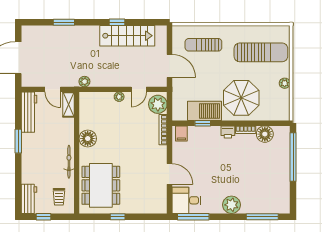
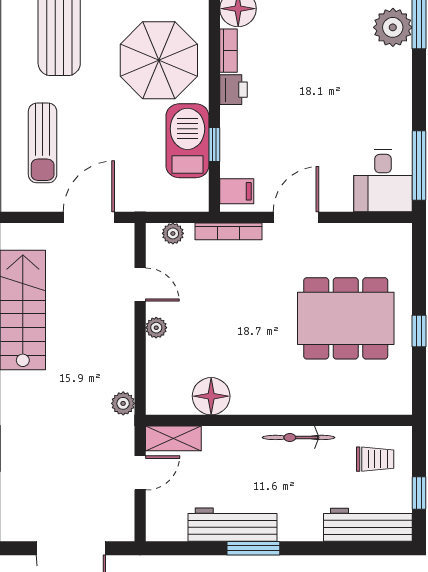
plant: (158, 104) -> (173, 233), width x0.53, depth x0.53
workbench: (29, 112) -> (233, 525), moved
floor lamp: (88, 139) -> (211, 396), moved
door: (169, 174) -> (296, 217), moved
dining table: (101, 185) -> (346, 318), moved
workbench: (29, 199) -> (368, 525), width x1.38
plant: (231, 205) -> (393, 27), moved

